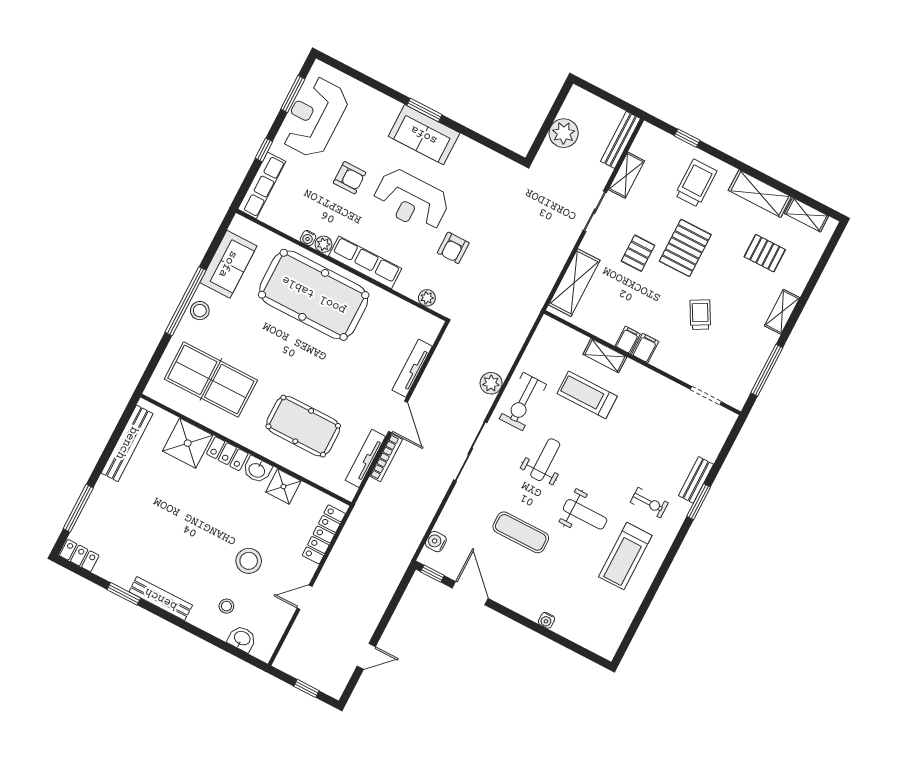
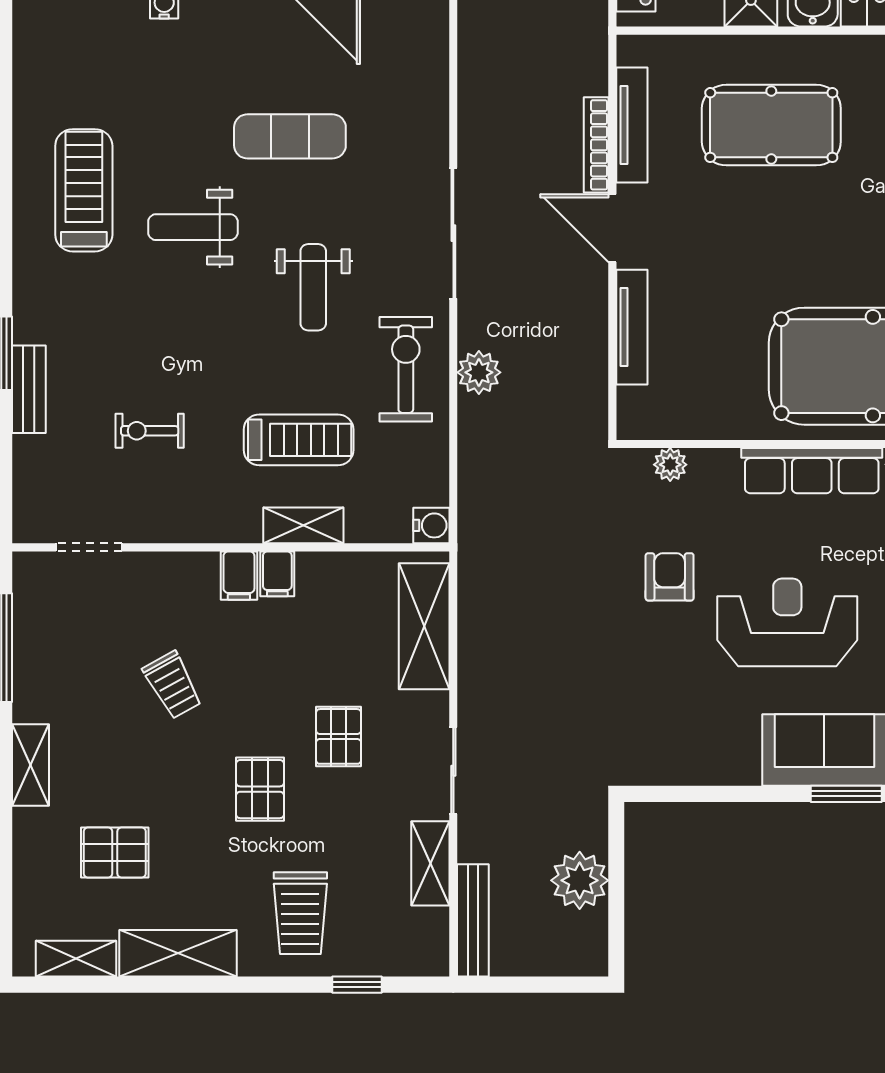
pallet: (685, 248) -> (260, 789), width x0.67, depth x0.71
exercise bike: (649, 503) -> (150, 431), moved
water cooler: (436, 542) -> (431, 525), moved

